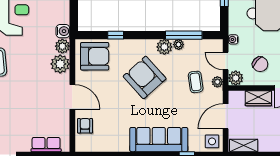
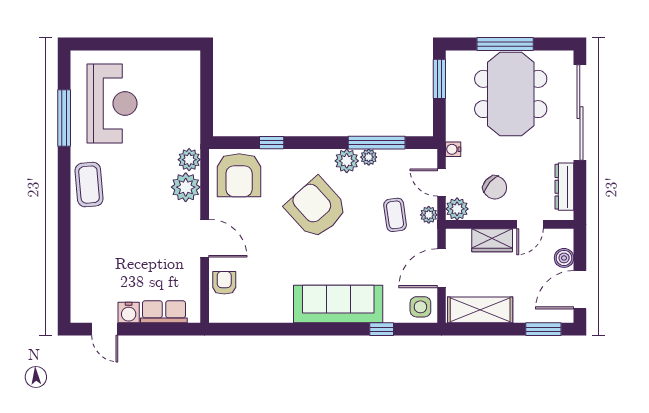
water cooler: (63, 31) -> (129, 312), moved, turned 90
armchair: (95, 56) -> (239, 175), turned 90
shelving: (244, 145) -> (480, 310), width x1.50, depth x1.33

